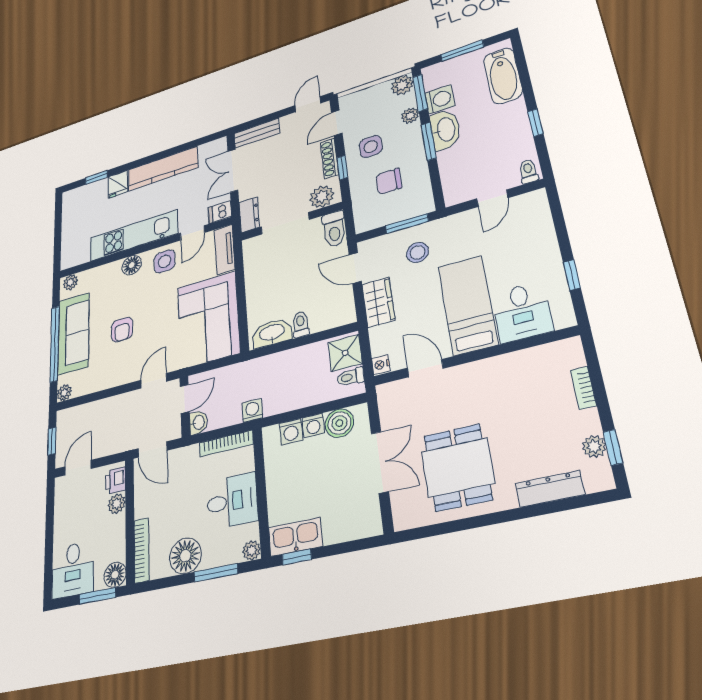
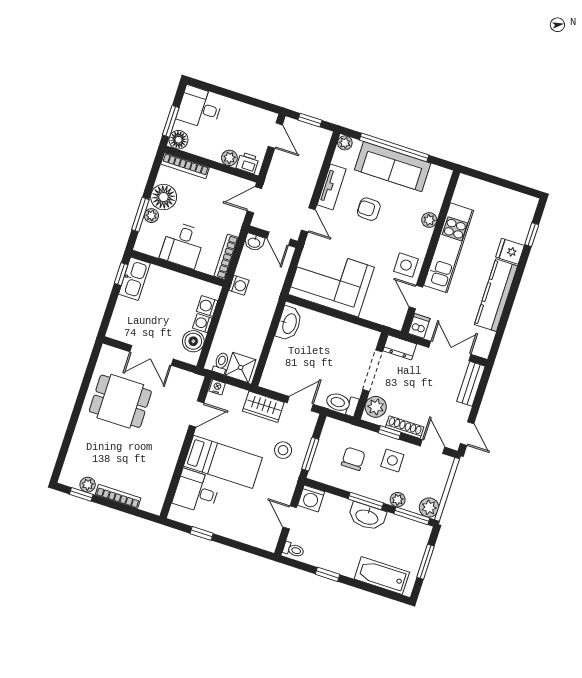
washing machine: (440, 99) -> (311, 498), moved
tv unit: (225, 249) -> (332, 187), moved, turned 90
floor lamp: (132, 265) -> (422, 237), removed
plant: (70, 282) -> (429, 220), moved
toilet: (301, 324) -> (282, 347), removed
bookcase: (584, 388) -> (118, 496), width x1.56
dresser: (550, 489) -> (77, 447), removed
plant: (251, 550) -> (151, 216), moved

